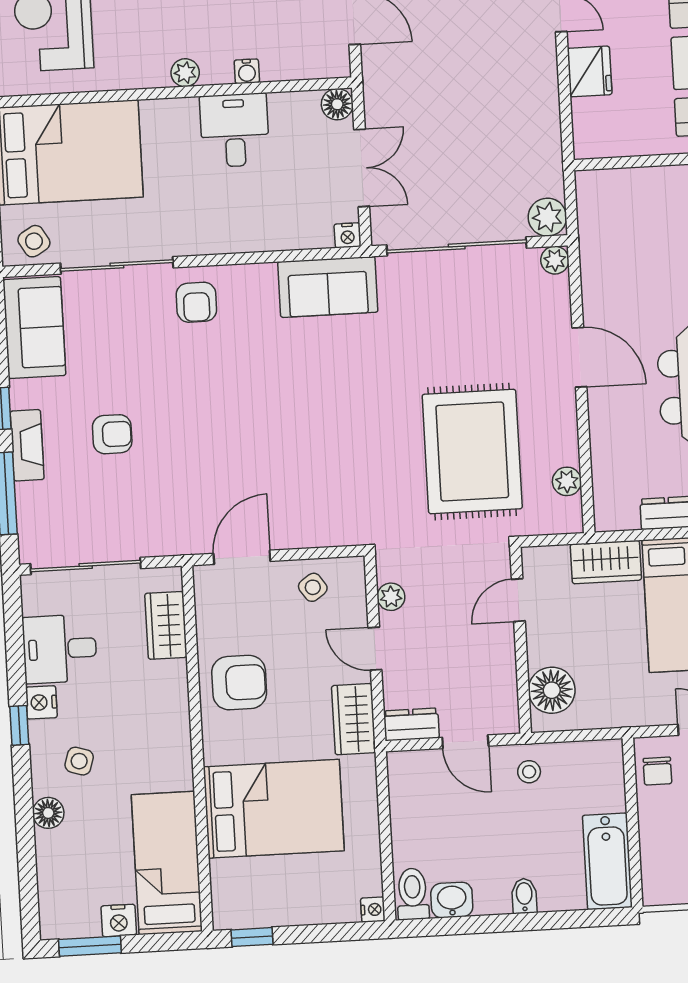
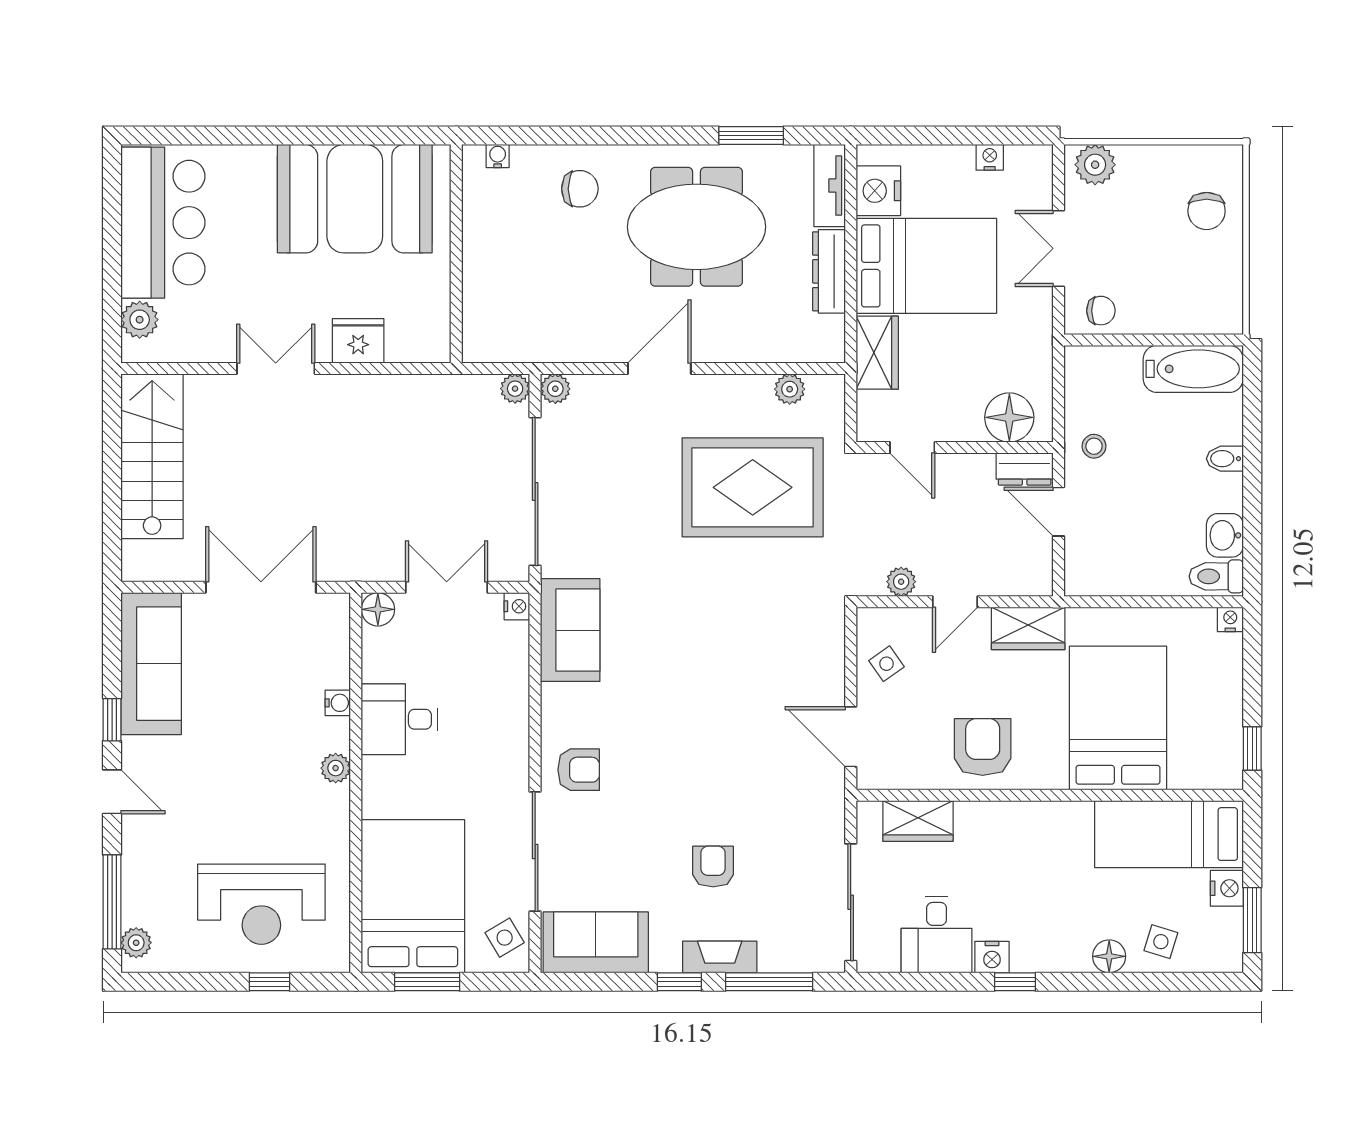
plant: (547, 217) -> (515, 389), width x0.73, depth x0.73
dresser: (411, 724) -> (1025, 469), moved, turned -90
door: (465, 742) -> (1059, 512), swing flipped
side table: (79, 761) -> (1161, 942), moved

